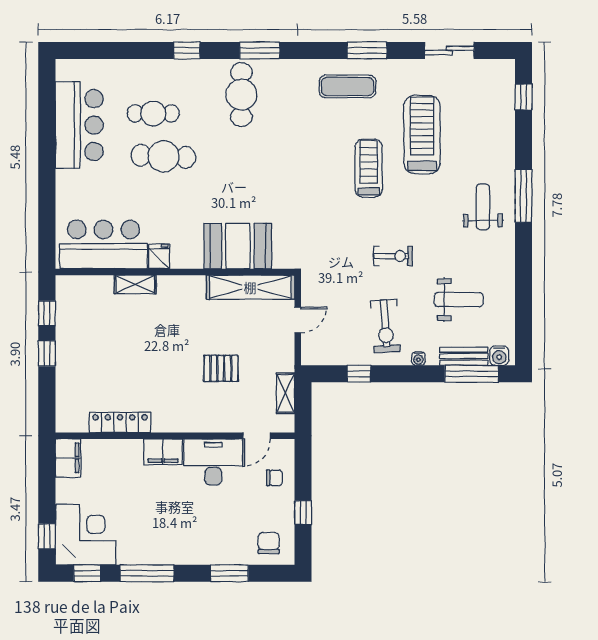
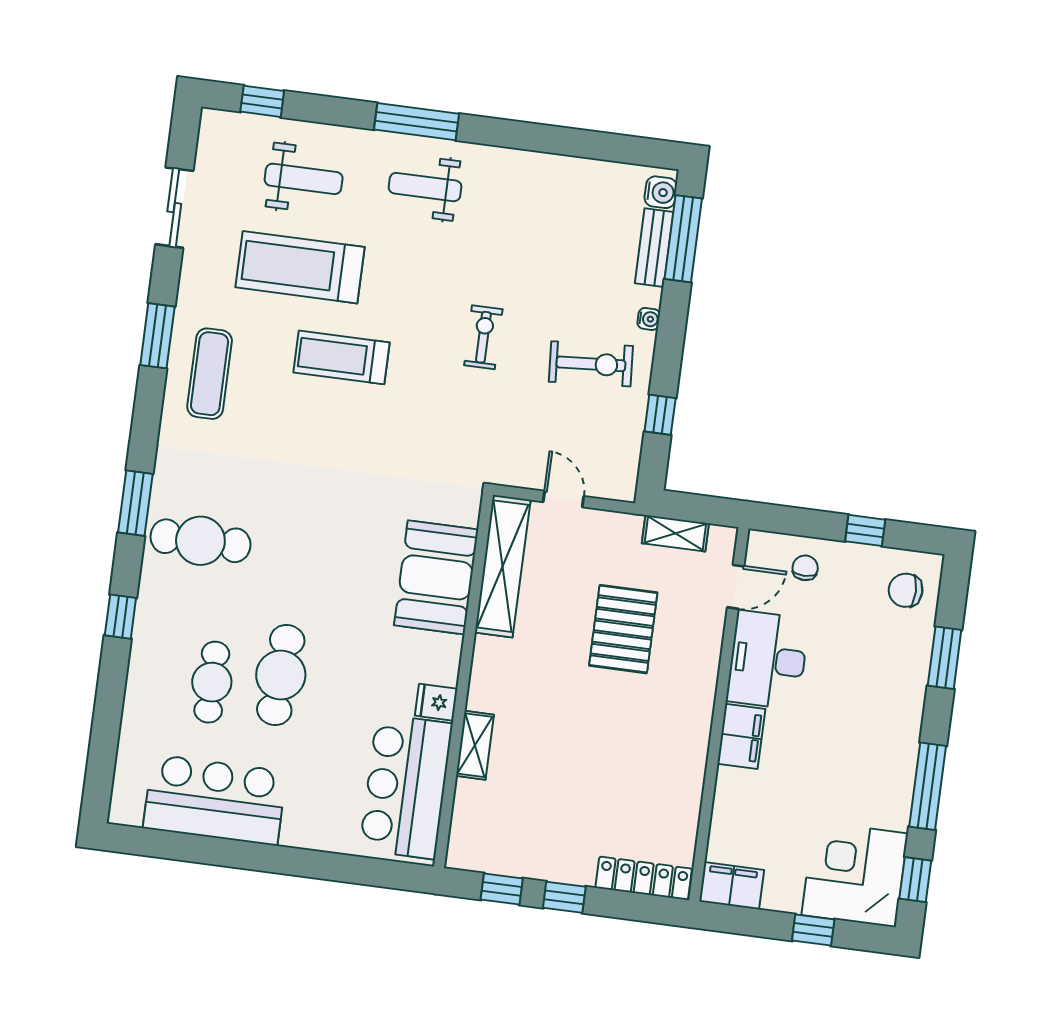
weight bench: (459, 300) -> (304, 179), moved, turned 90
pallet: (221, 368) -> (623, 629), width x1.50, depth x1.42
locker: (120, 422) -> (644, 878), moved, turned 90
door: (257, 436) -> (736, 587), hinge flipped
window: (47, 536) -> (813, 930), moved

